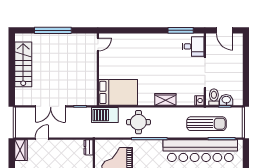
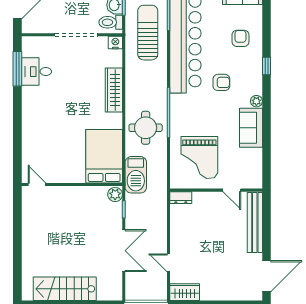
window: (53, 30) -> (17, 247), removed
desk: (193, 46) -> (37, 72), moved, turned -90
wardrobe: (165, 99) -> (114, 90), width x1.50
plant: (91, 100) -> (115, 194), added

